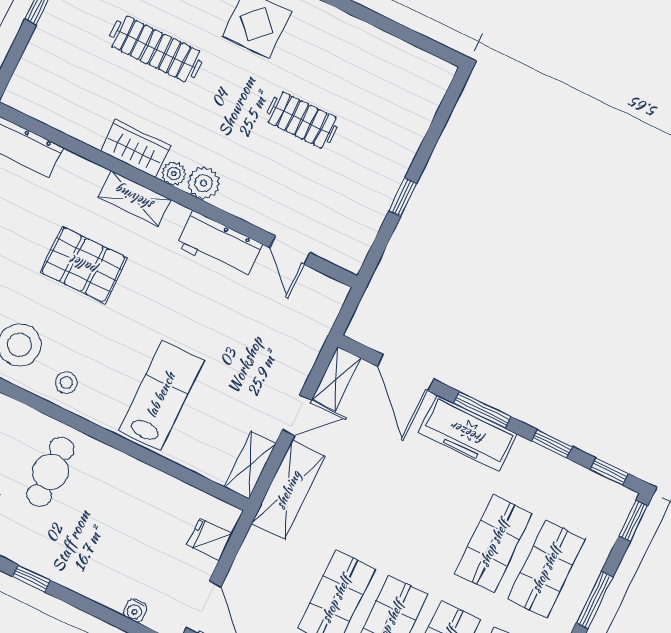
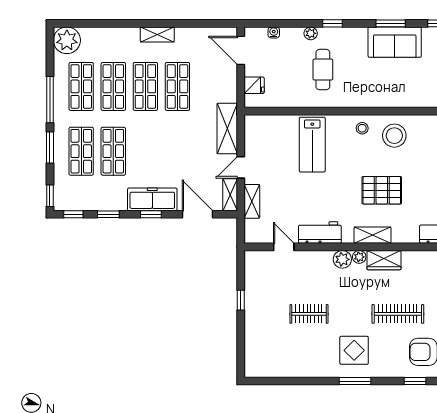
window: (482, 410) -> (151, 214), width x0.67
shelving: (250, 465) -> (252, 201), moved
cafe table: (50, 472) -> (323, 70), moved
plant: (75, 580) -> (311, 33), added

